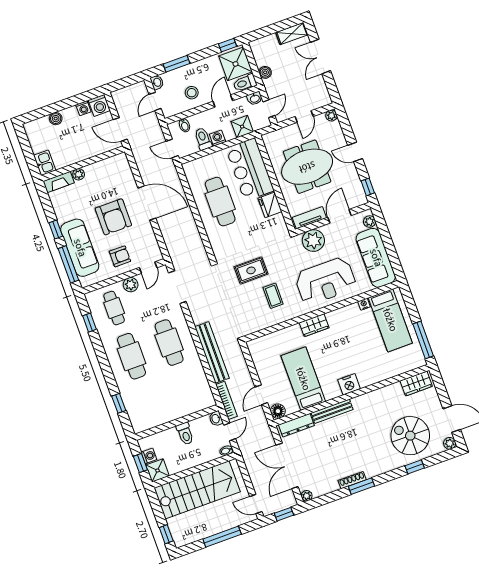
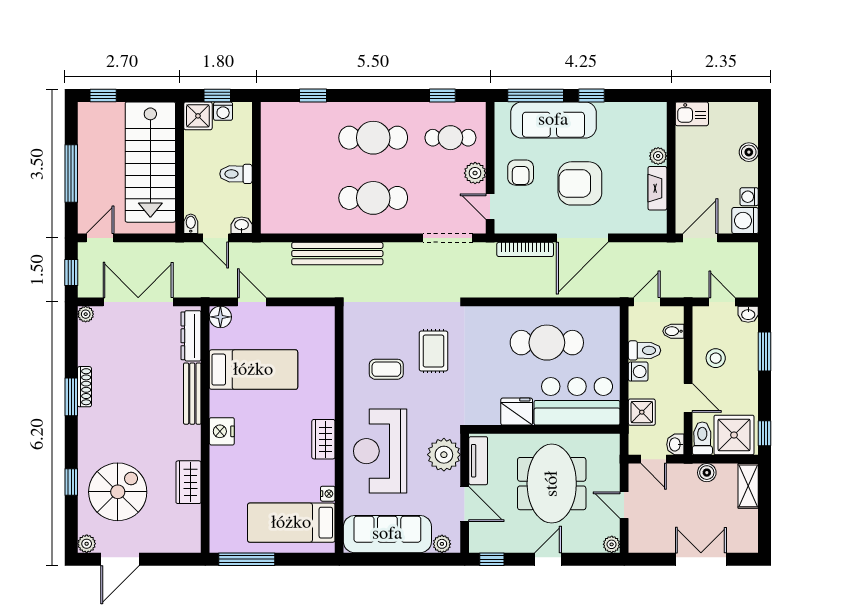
shelving: (292, 34) -> (748, 486), moved
fireplace: (59, 182) -> (657, 188), moved
wardrobe: (314, 325) -> (323, 439), moved
wardrobe: (416, 384) -> (188, 482), moved
bookcase: (226, 400) -> (525, 249), moved

